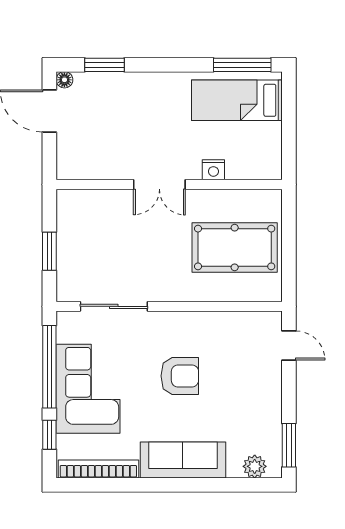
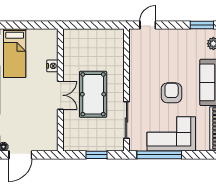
pool table: (235, 247) -> (93, 94), moved
armchair: (180, 376) -> (172, 93), moved
window: (49, 435) -> (196, 155), removed

